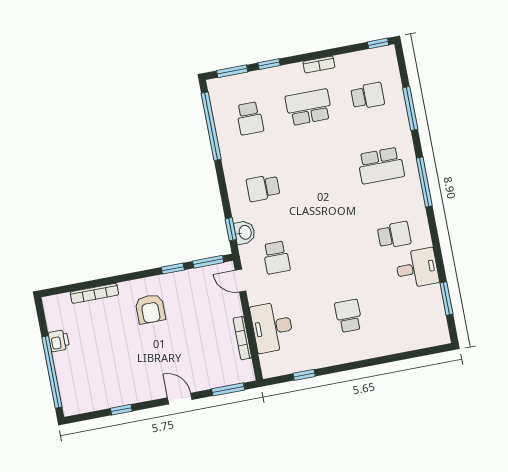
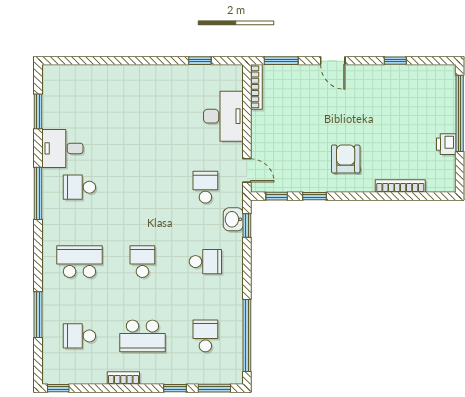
window: (424, 182) -> (38, 193), moved
window: (208, 262) -> (277, 196), width x0.67
school desk: (349, 316) -> (142, 262), moved, turned 180
bookcase: (242, 338) -> (256, 87), moved

